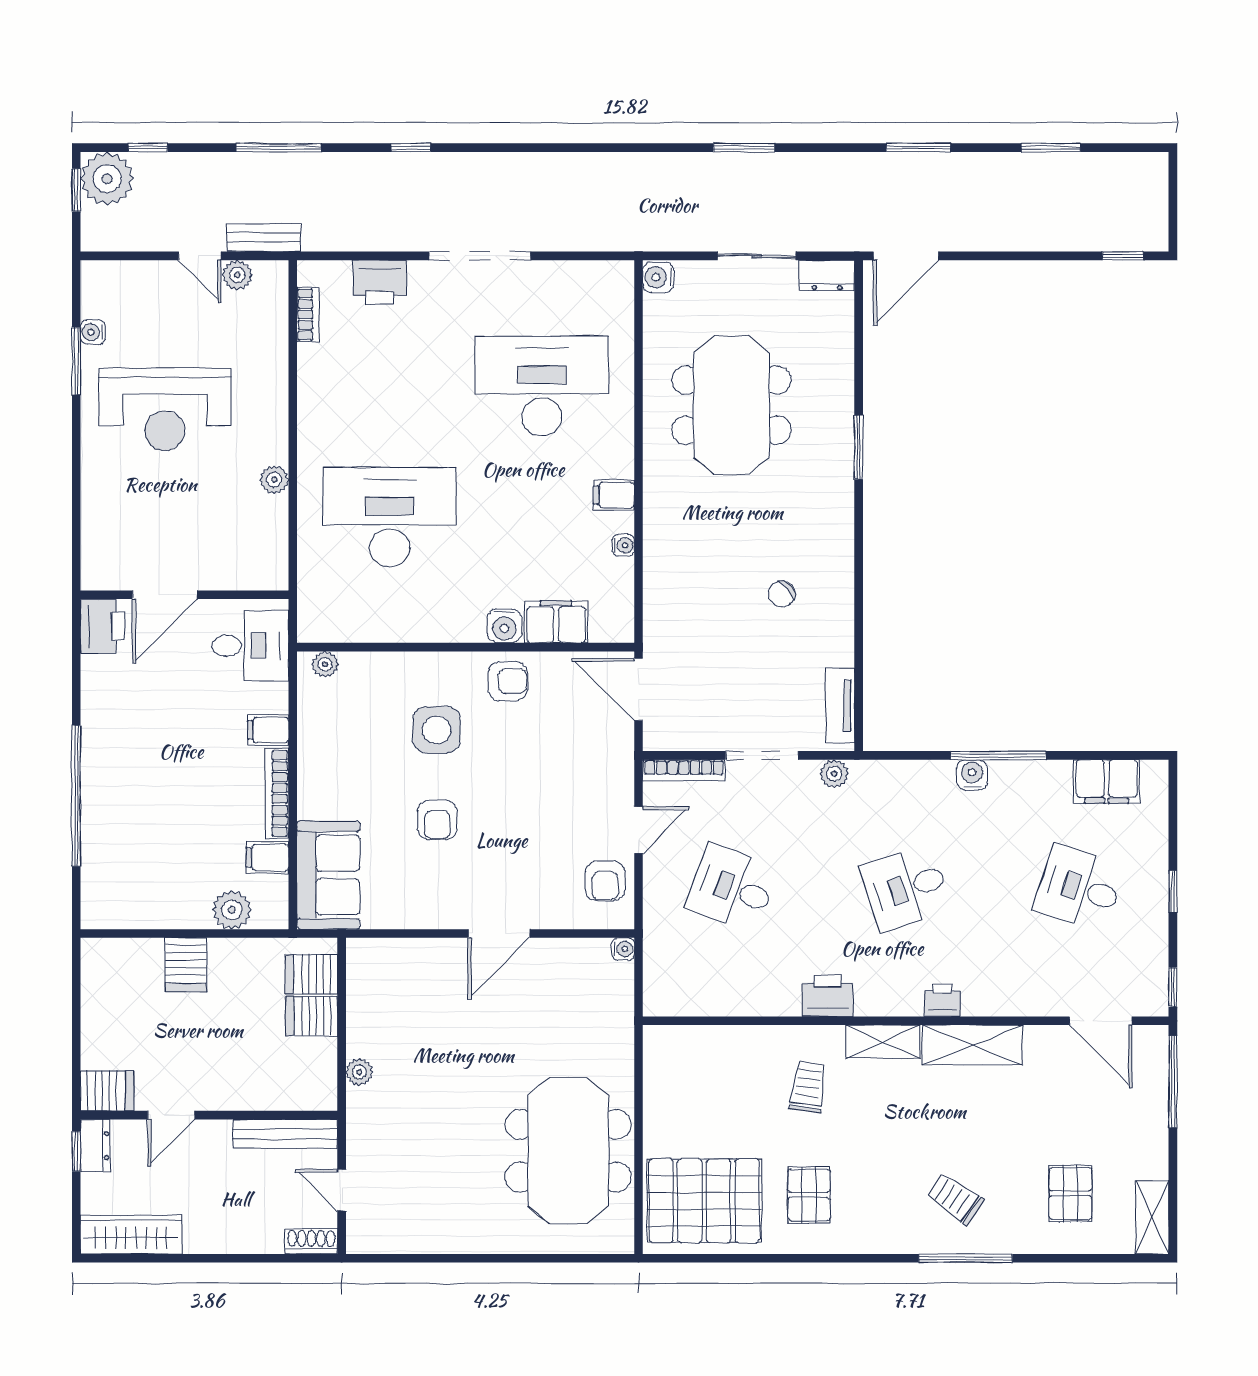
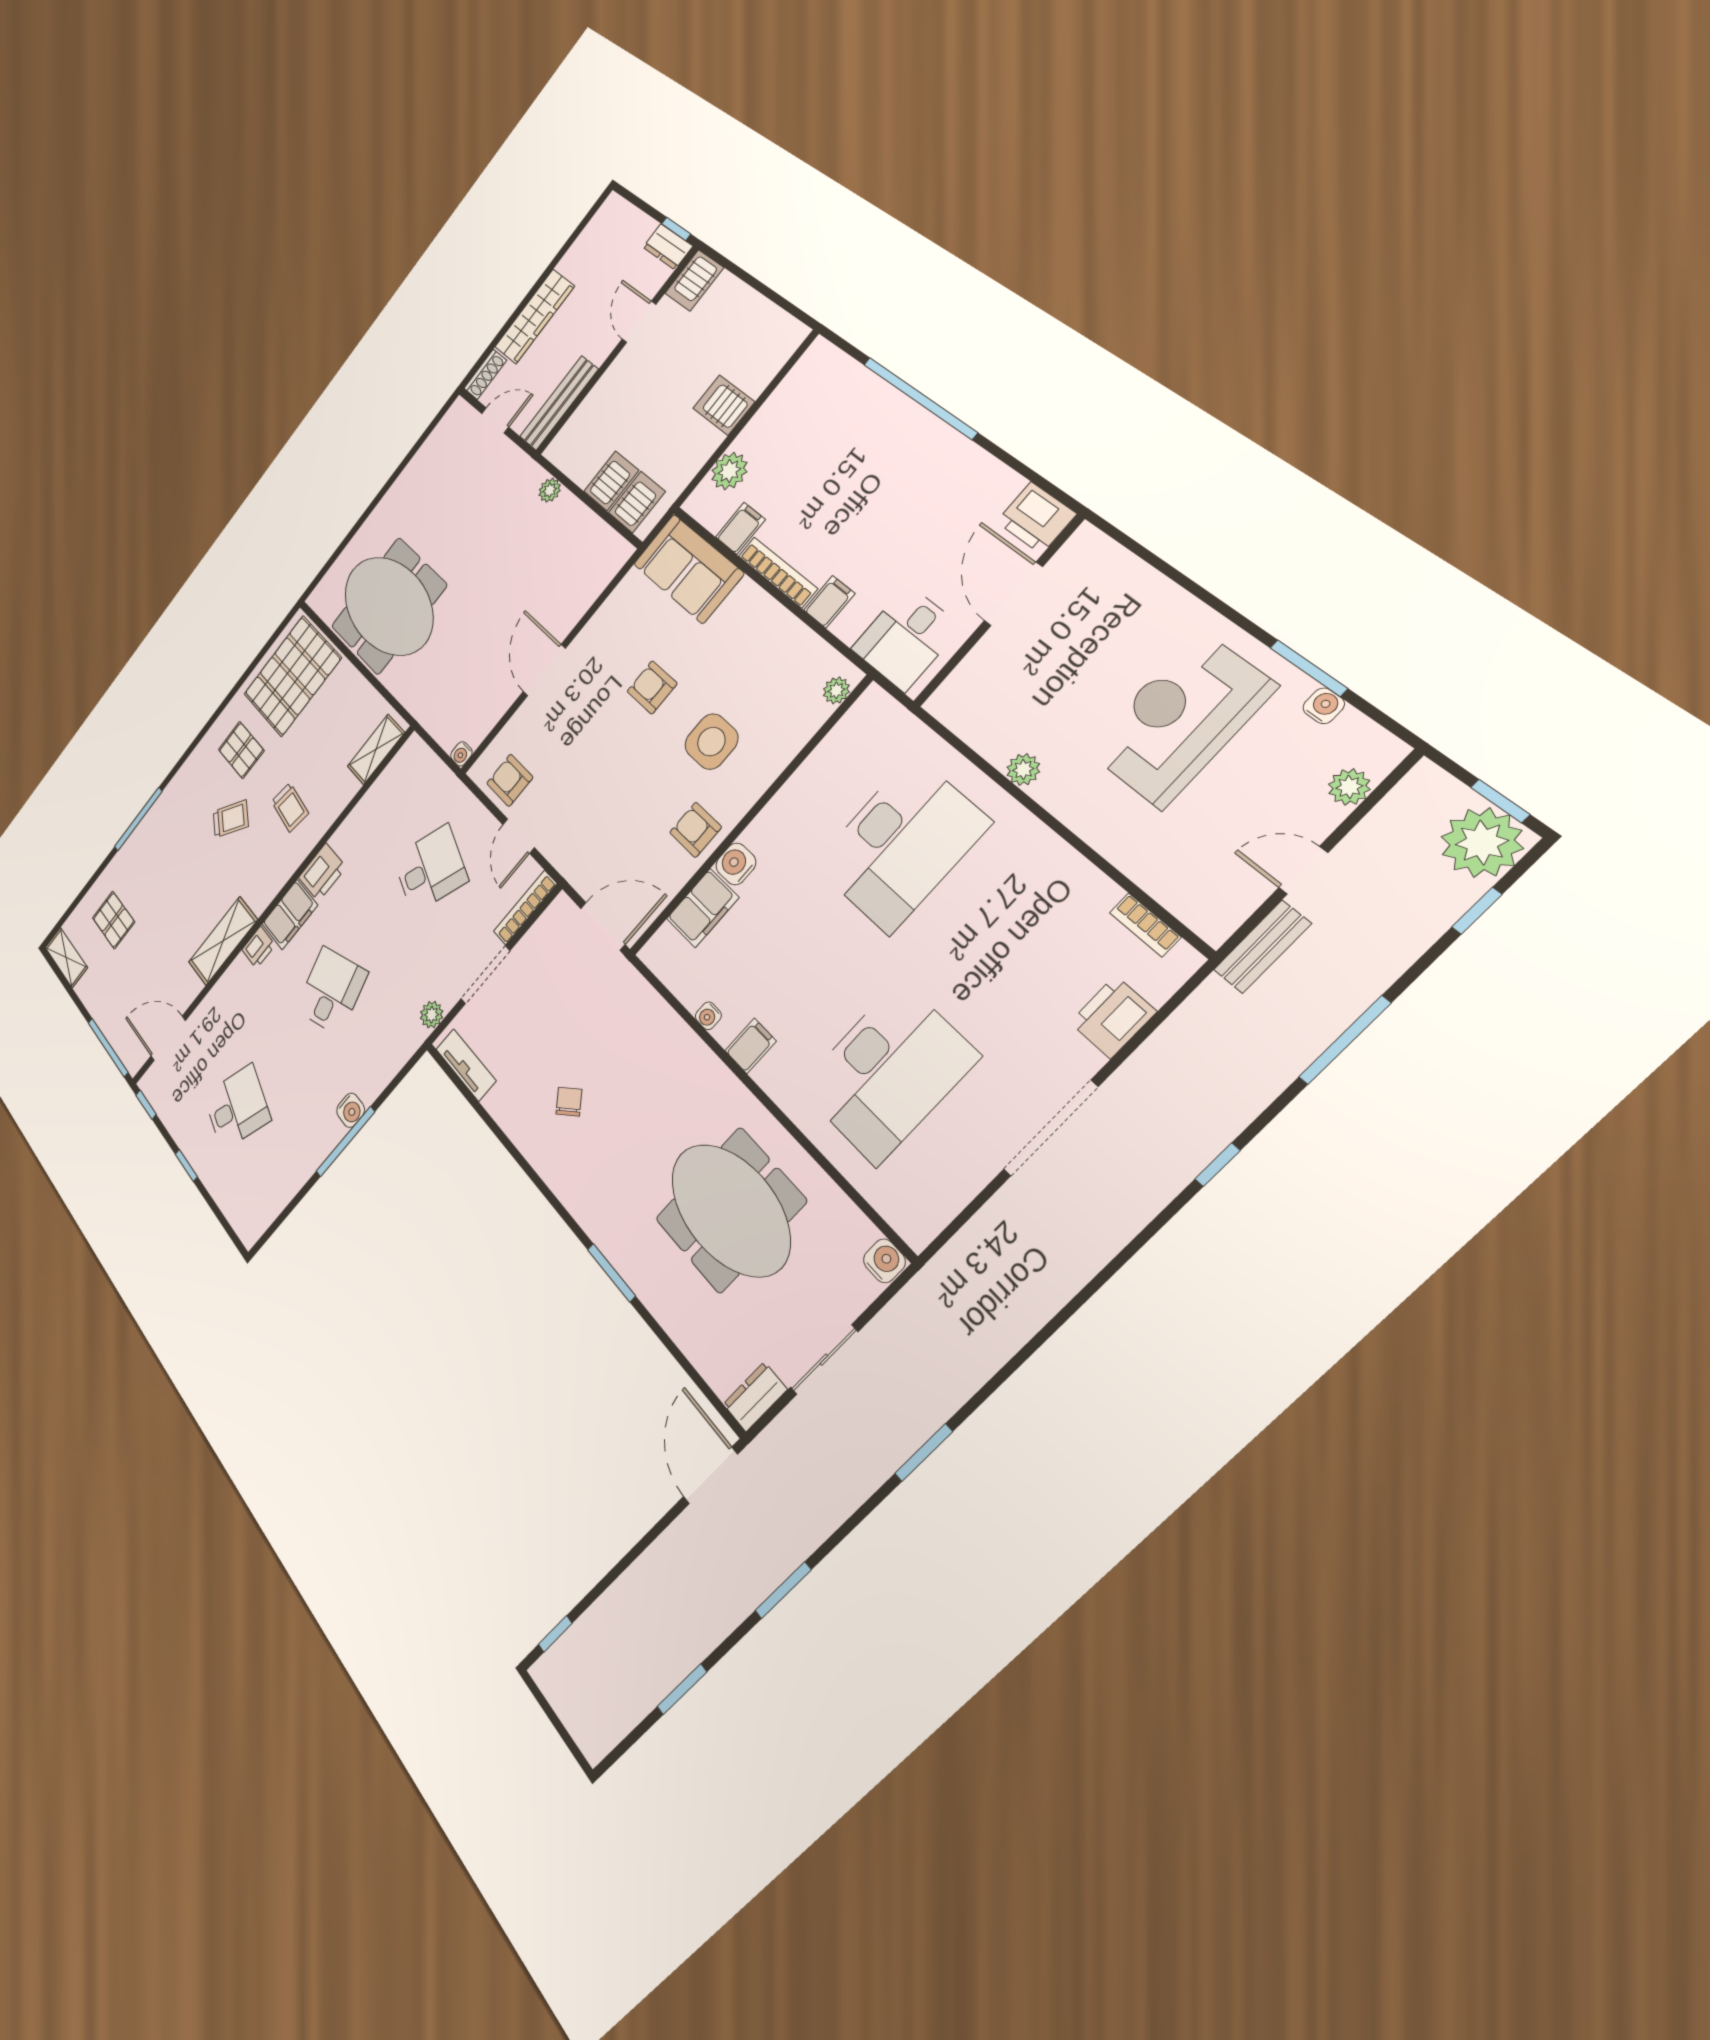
plant: (237, 275) -> (1349, 787), moved
armchair: (508, 681) -> (696, 830), turned 90
filing cabinet: (1107, 782) -> (290, 915), moved, turned 180
shelving: (883, 1042) -> (376, 749), moved
trolley: (955, 1199) -> (231, 819), moved
wardrobe: (131, 1235) -> (534, 317), moved

